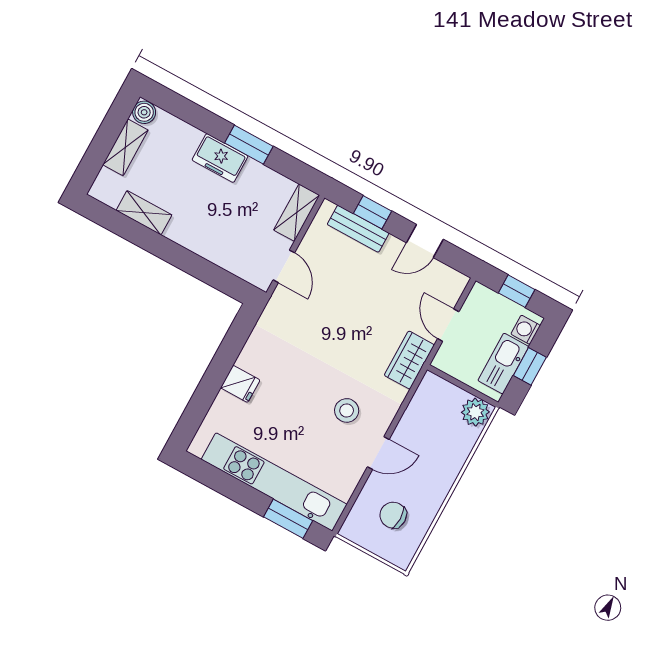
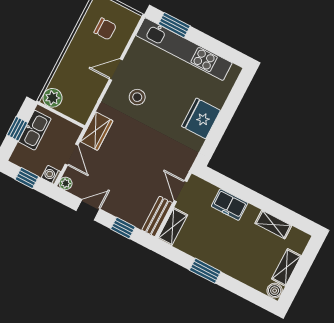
freezer: (220, 158) -> (230, 205), moved, turned 180
bench: (358, 229) -> (157, 216), moved, turned 90
plant: (458, 282) -> (66, 183), added
washing machine: (526, 330) -> (51, 175), moved, turned 180
fridge: (240, 384) -> (201, 118), width x1.88, depth x1.34

